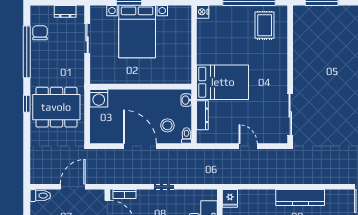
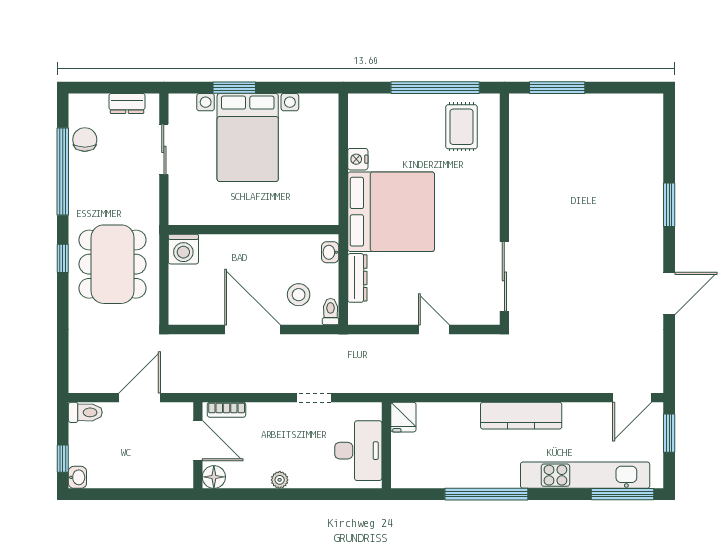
nightstand: (203, 12) -> (358, 159), moved
bed: (223, 82) -> (391, 212), width x1.36
dining table: (56, 107) -> (113, 264), turned 90
doorway: (164, 187) -> (314, 398), moved

